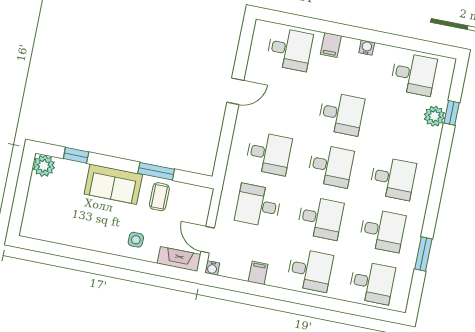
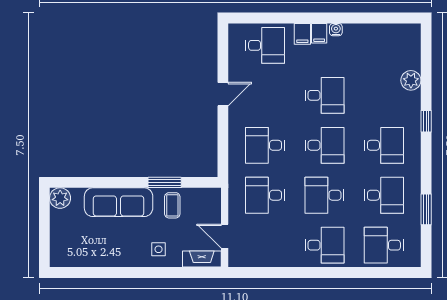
desk: (414, 74) -> (384, 45), removed
window: (452, 113) -> (426, 121), moved
desk: (269, 153) -> (265, 145), turned 180
window: (76, 155) -> (88, 182), removed
sofa: (113, 184) -> (119, 202), width x1.36
desk: (320, 218) -> (324, 195), turned 180
water cooler: (212, 268) -> (234, 261), removed
filing cabinet: (258, 273) -> (319, 33), moved, turned 180
desk: (372, 282) -> (384, 245), turned 180

